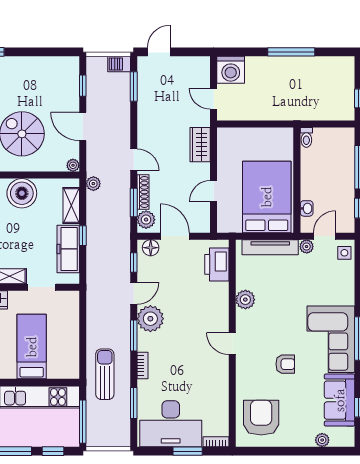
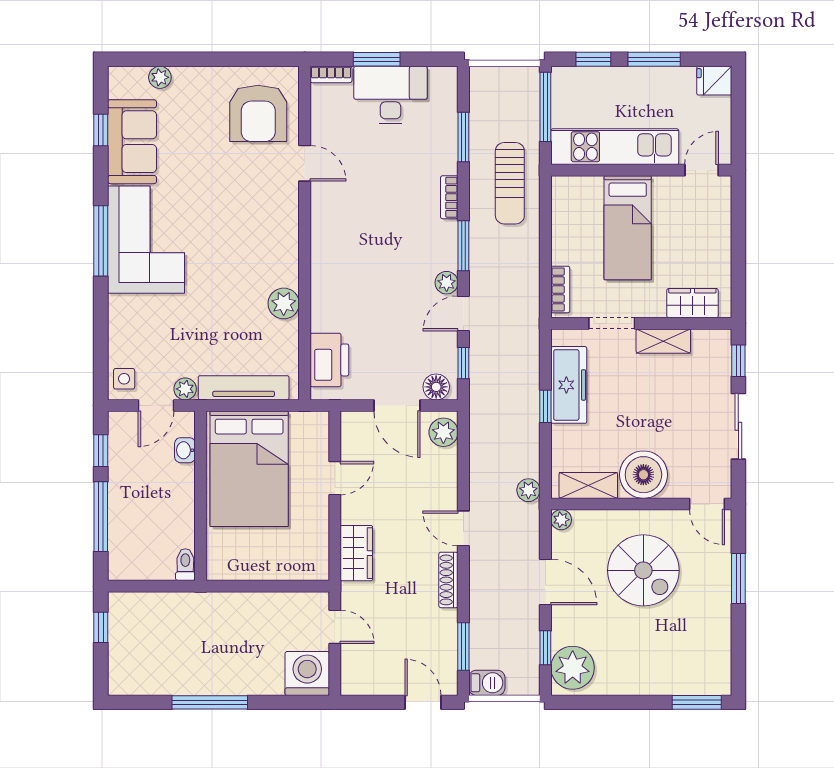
door: (159, 52) -> (423, 702), swing flipped
plant: (66, 73) -> (573, 668), added
shoe rack: (143, 192) -> (448, 580), moved
window: (134, 202) -> (463, 460), removed
shelving: (71, 206) -> (588, 485), moved, turned 90
bookcase: (74, 308) -> (560, 290), added
plant: (150, 319) -> (447, 283), width x0.53, depth x0.53
door: (232, 344) -> (305, 163), moved
armchair: (285, 364) -> (219, 200), removed
desk: (171, 424) -> (390, 95), width x0.73, depth x0.77

